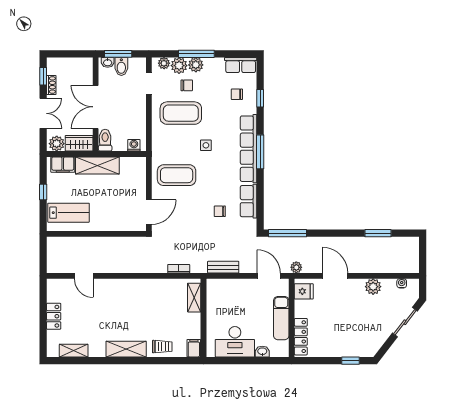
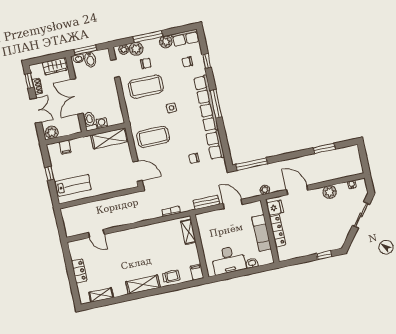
plant: (196, 65) -> (166, 42), moved
wardrobe: (79, 143) -> (55, 66), moved, turned 180
washing machine: (134, 145) -> (102, 123), moved
filing cabinet: (63, 165) -> (65, 147), width x0.50
shelving: (97, 165) -> (110, 138), moved
door: (149, 212) -> (137, 171), hinge flipped
door: (269, 276) -> (233, 204), moved
locker: (301, 337) -> (277, 231), moved

